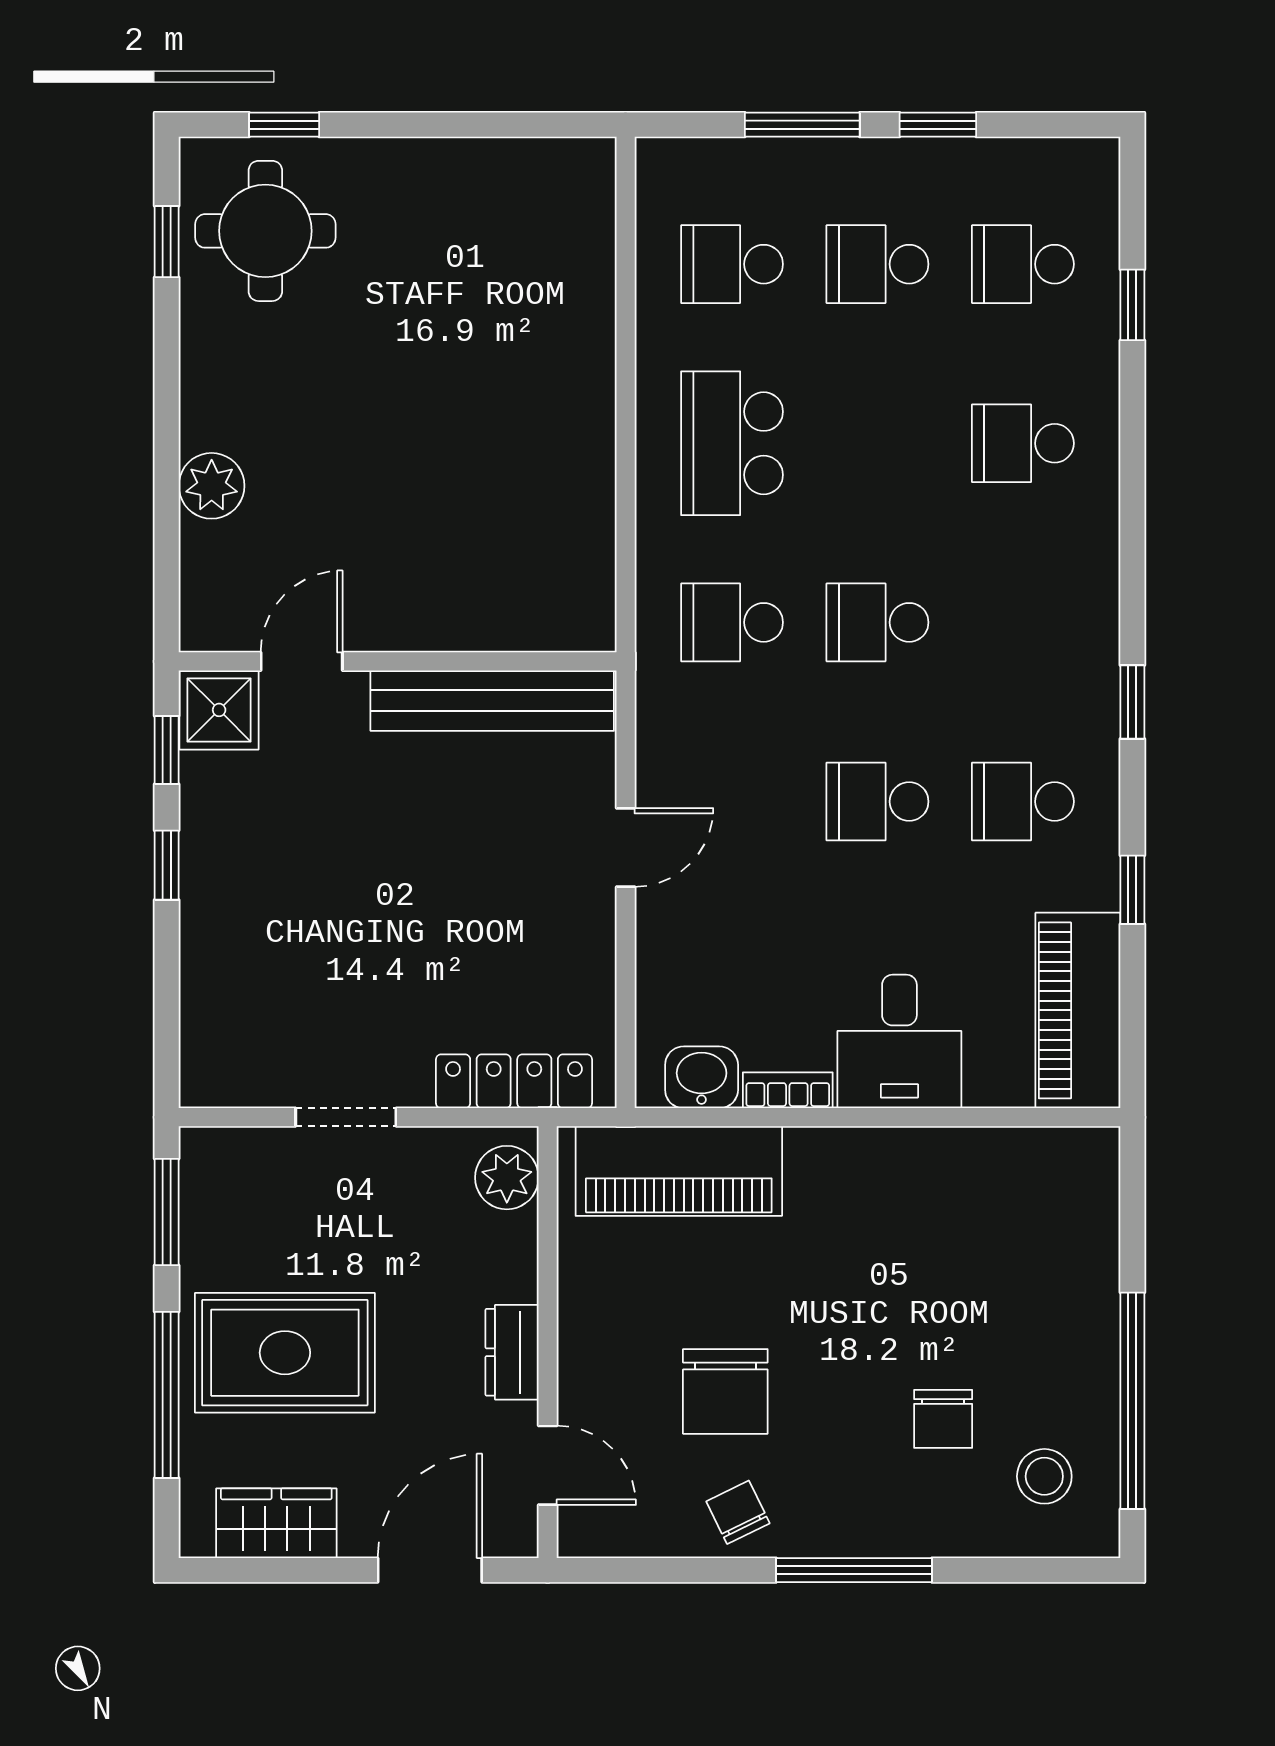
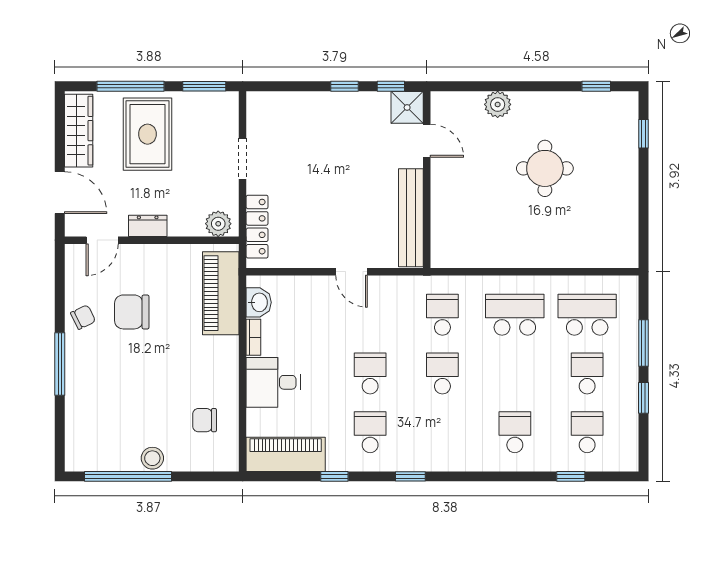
round table: (265, 231) -> (545, 168), moved
school desk: (732, 264) -> (587, 315), width x1.85
chair: (943, 1419) -> (205, 420), moved
stool: (1044, 1476) -> (152, 458), moved
wardrobe: (276, 1523) -> (79, 131), width x1.50

